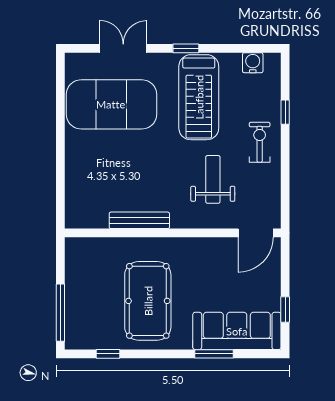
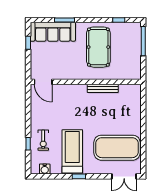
double door: (123, 48) -> (124, 176), moved
exercise bike: (260, 142) -> (43, 140), moved
weight bench: (213, 179) -> (65, 109), removed
door: (256, 233) -> (43, 82), swing flipped

